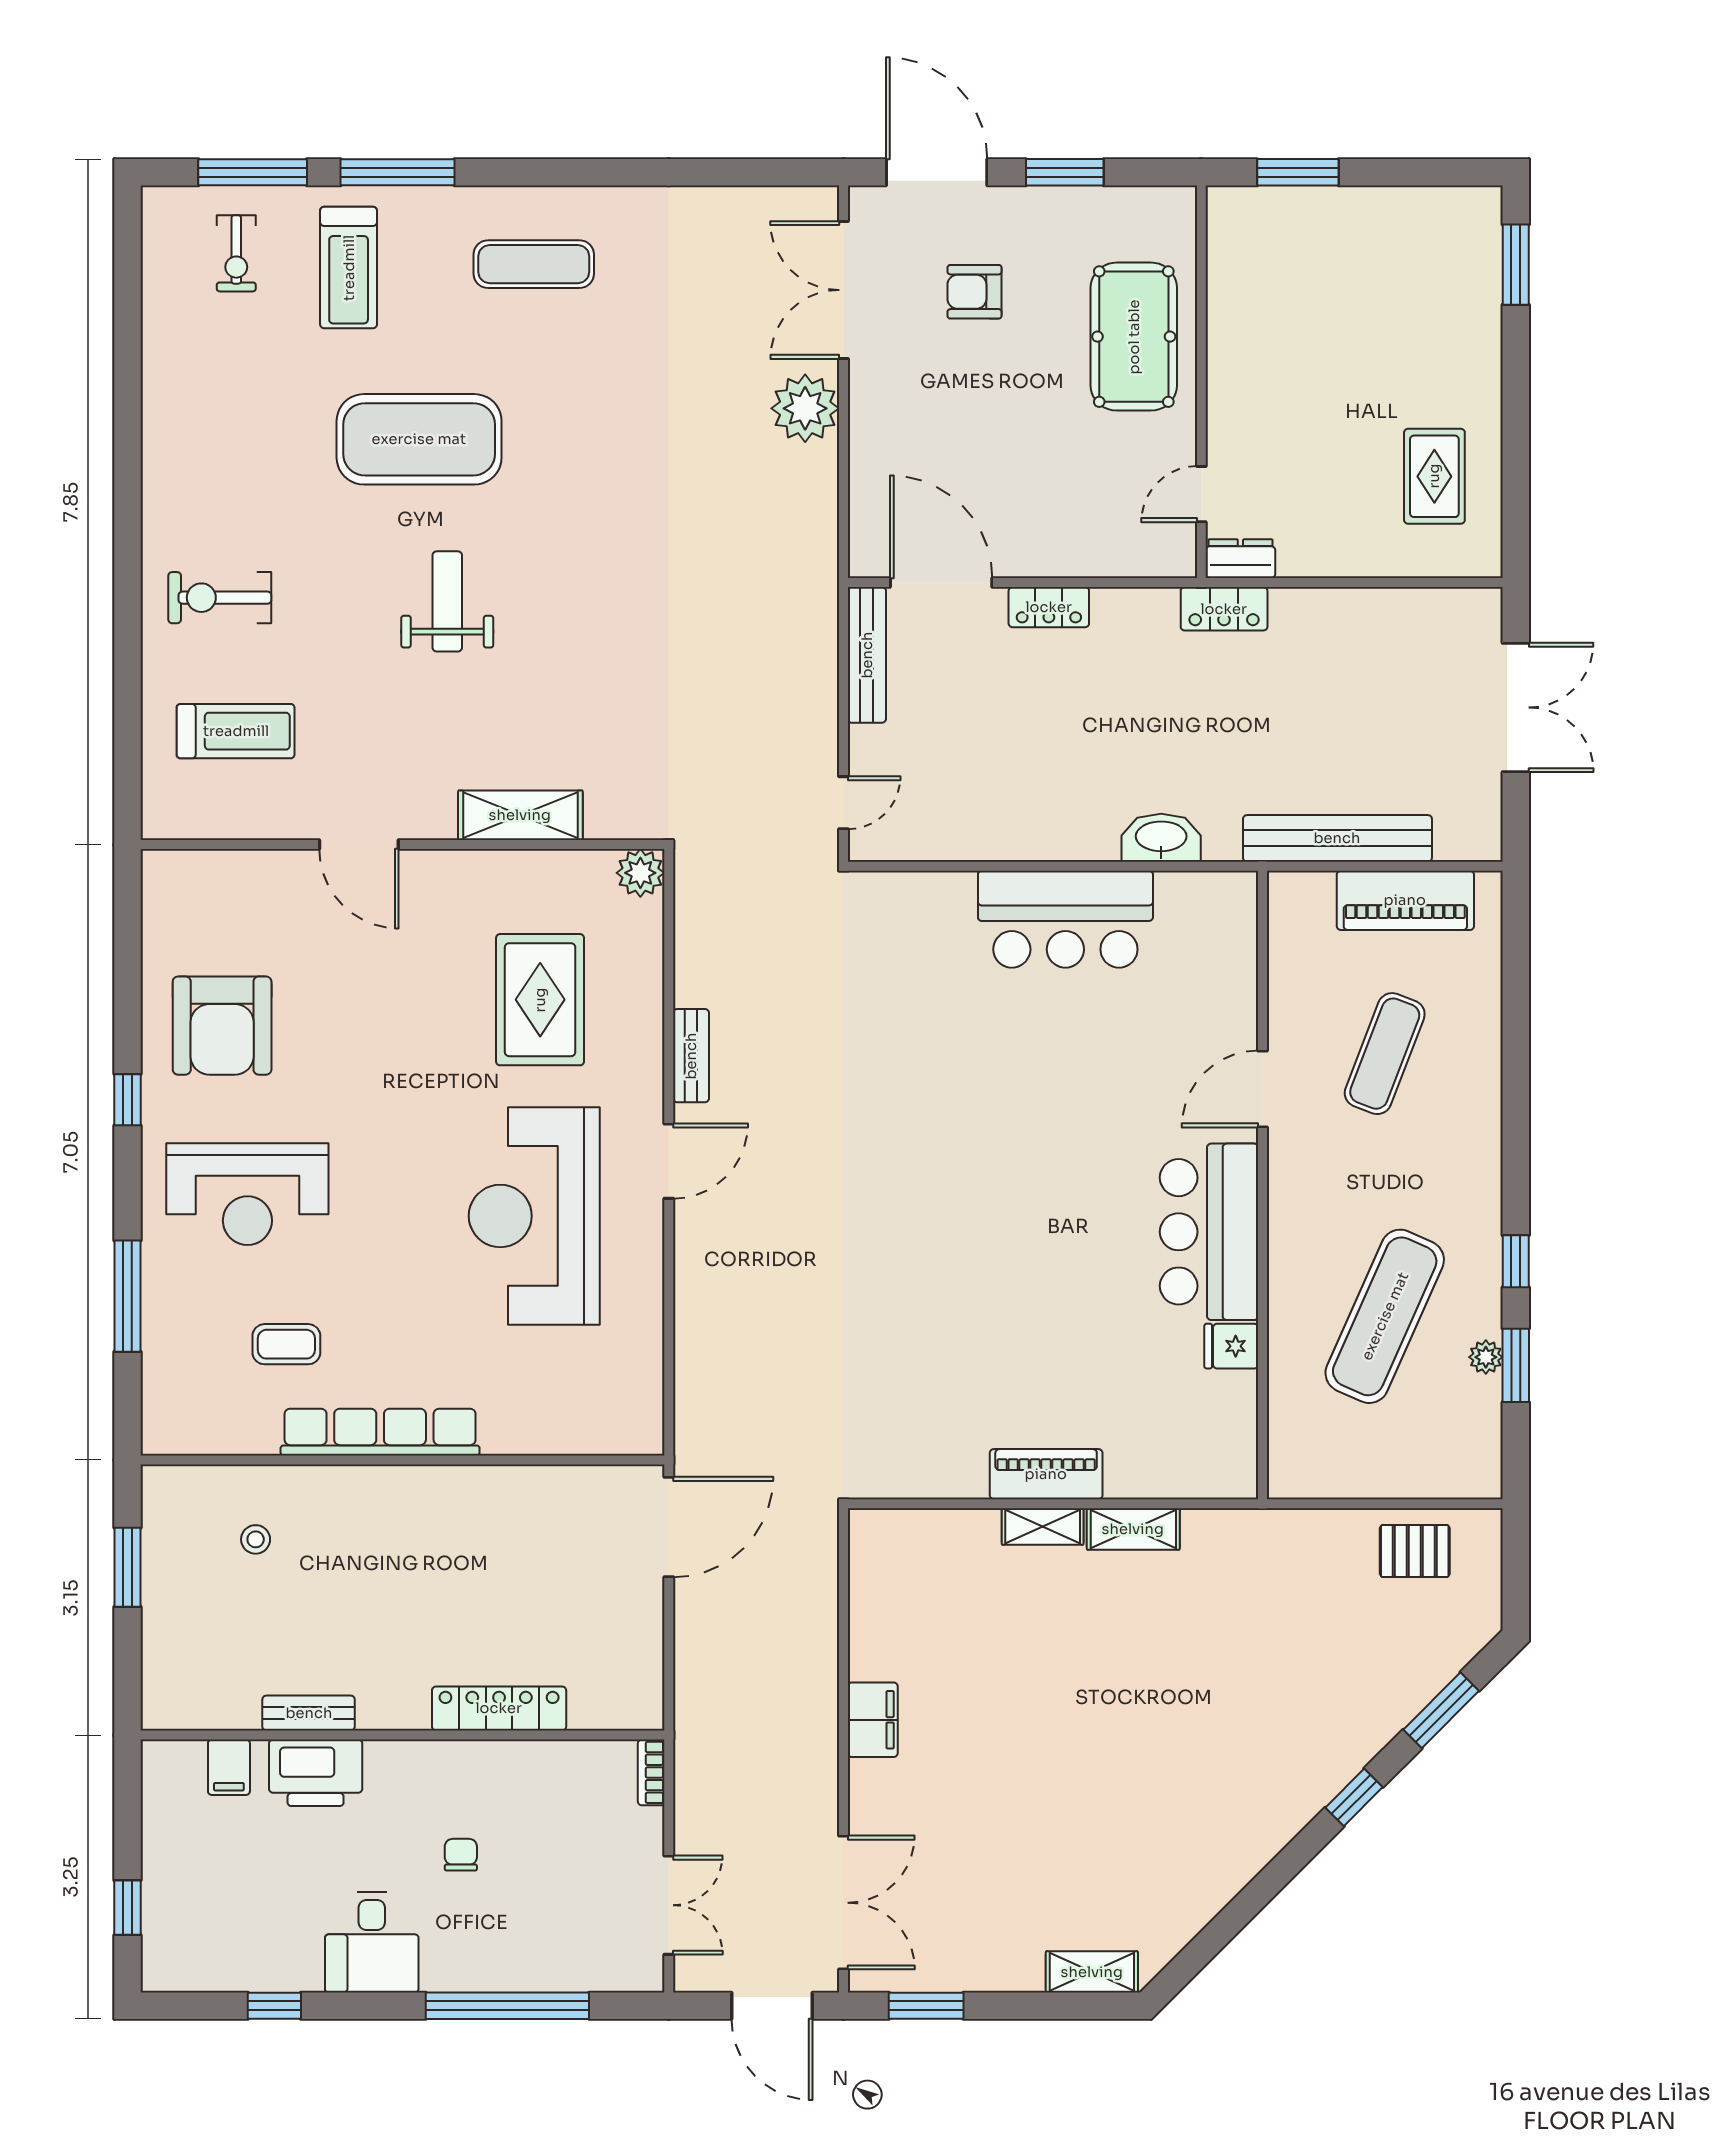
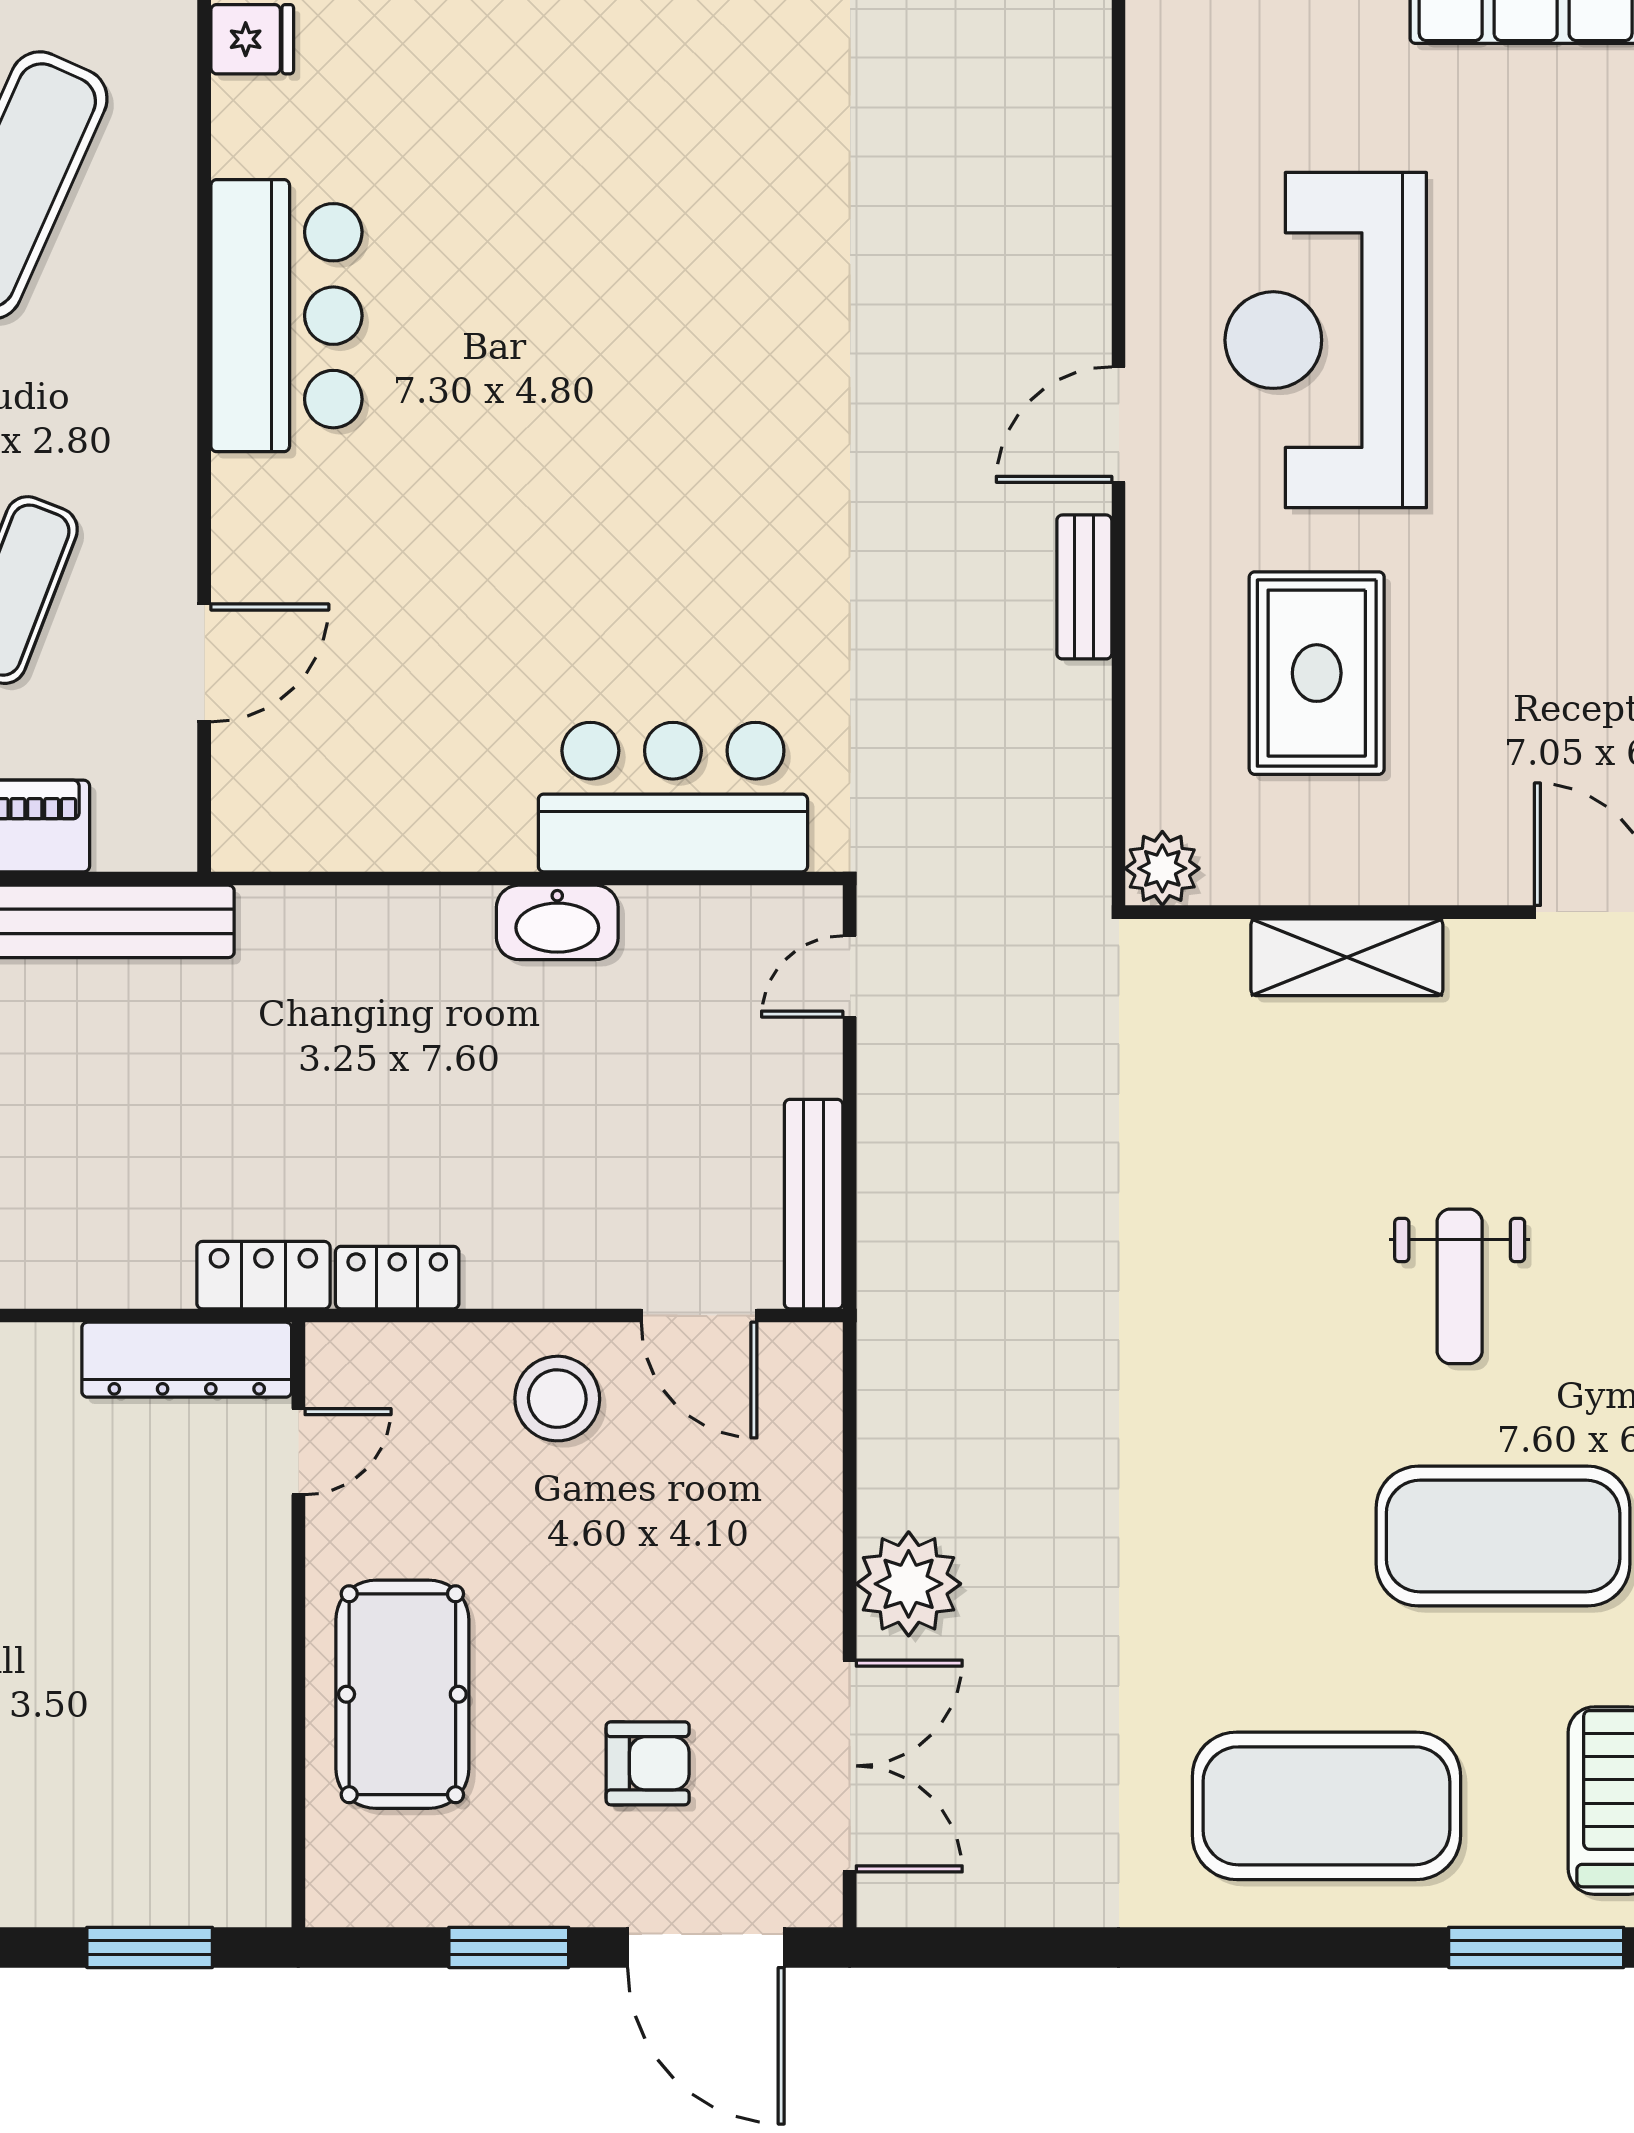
exercise mat: (534, 264) -> (1326, 1806), width x2.00, depth x1.45
stool: (1033, 529) -> (557, 1399), added
dresser: (1240, 559) -> (187, 1360), width x1.96, depth x1.24
door: (941, 583) -> (699, 1316), width x0.73
locker: (1049, 607) -> (397, 1278), moved
washbasin: (1161, 838) -> (557, 922), moved
bar counter: (1065, 919) -> (673, 797), moved
door: (1262, 1089) -> (204, 663), moved
reception desk: (534, 1216) -> (1326, 340), turned 180
fridge: (1231, 1346) -> (252, 39), moved

